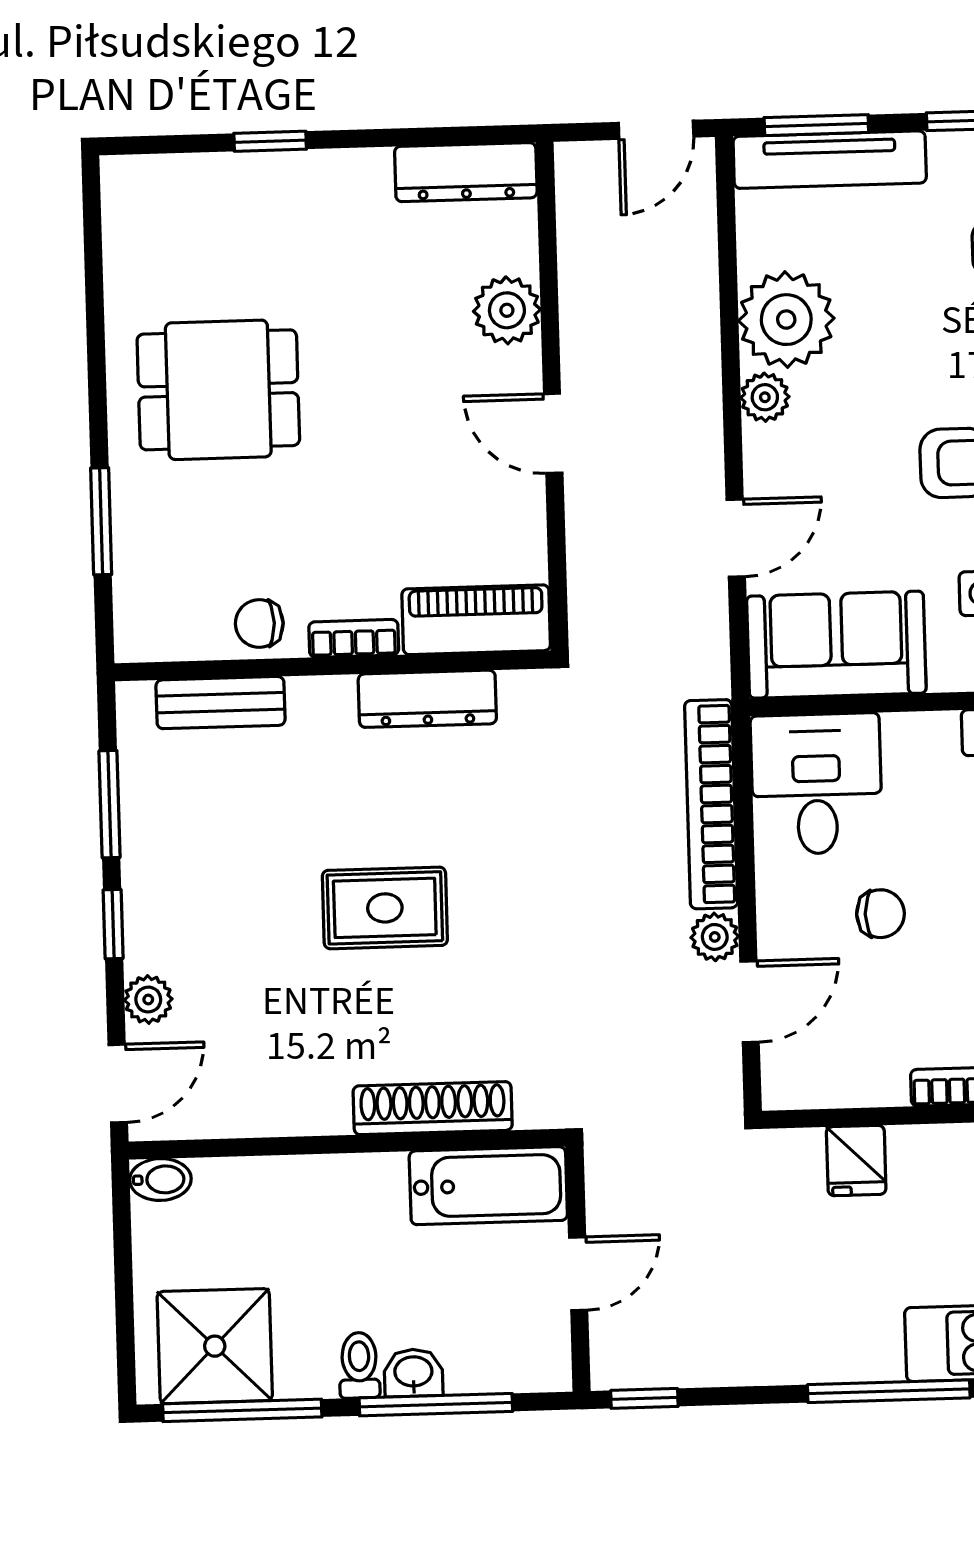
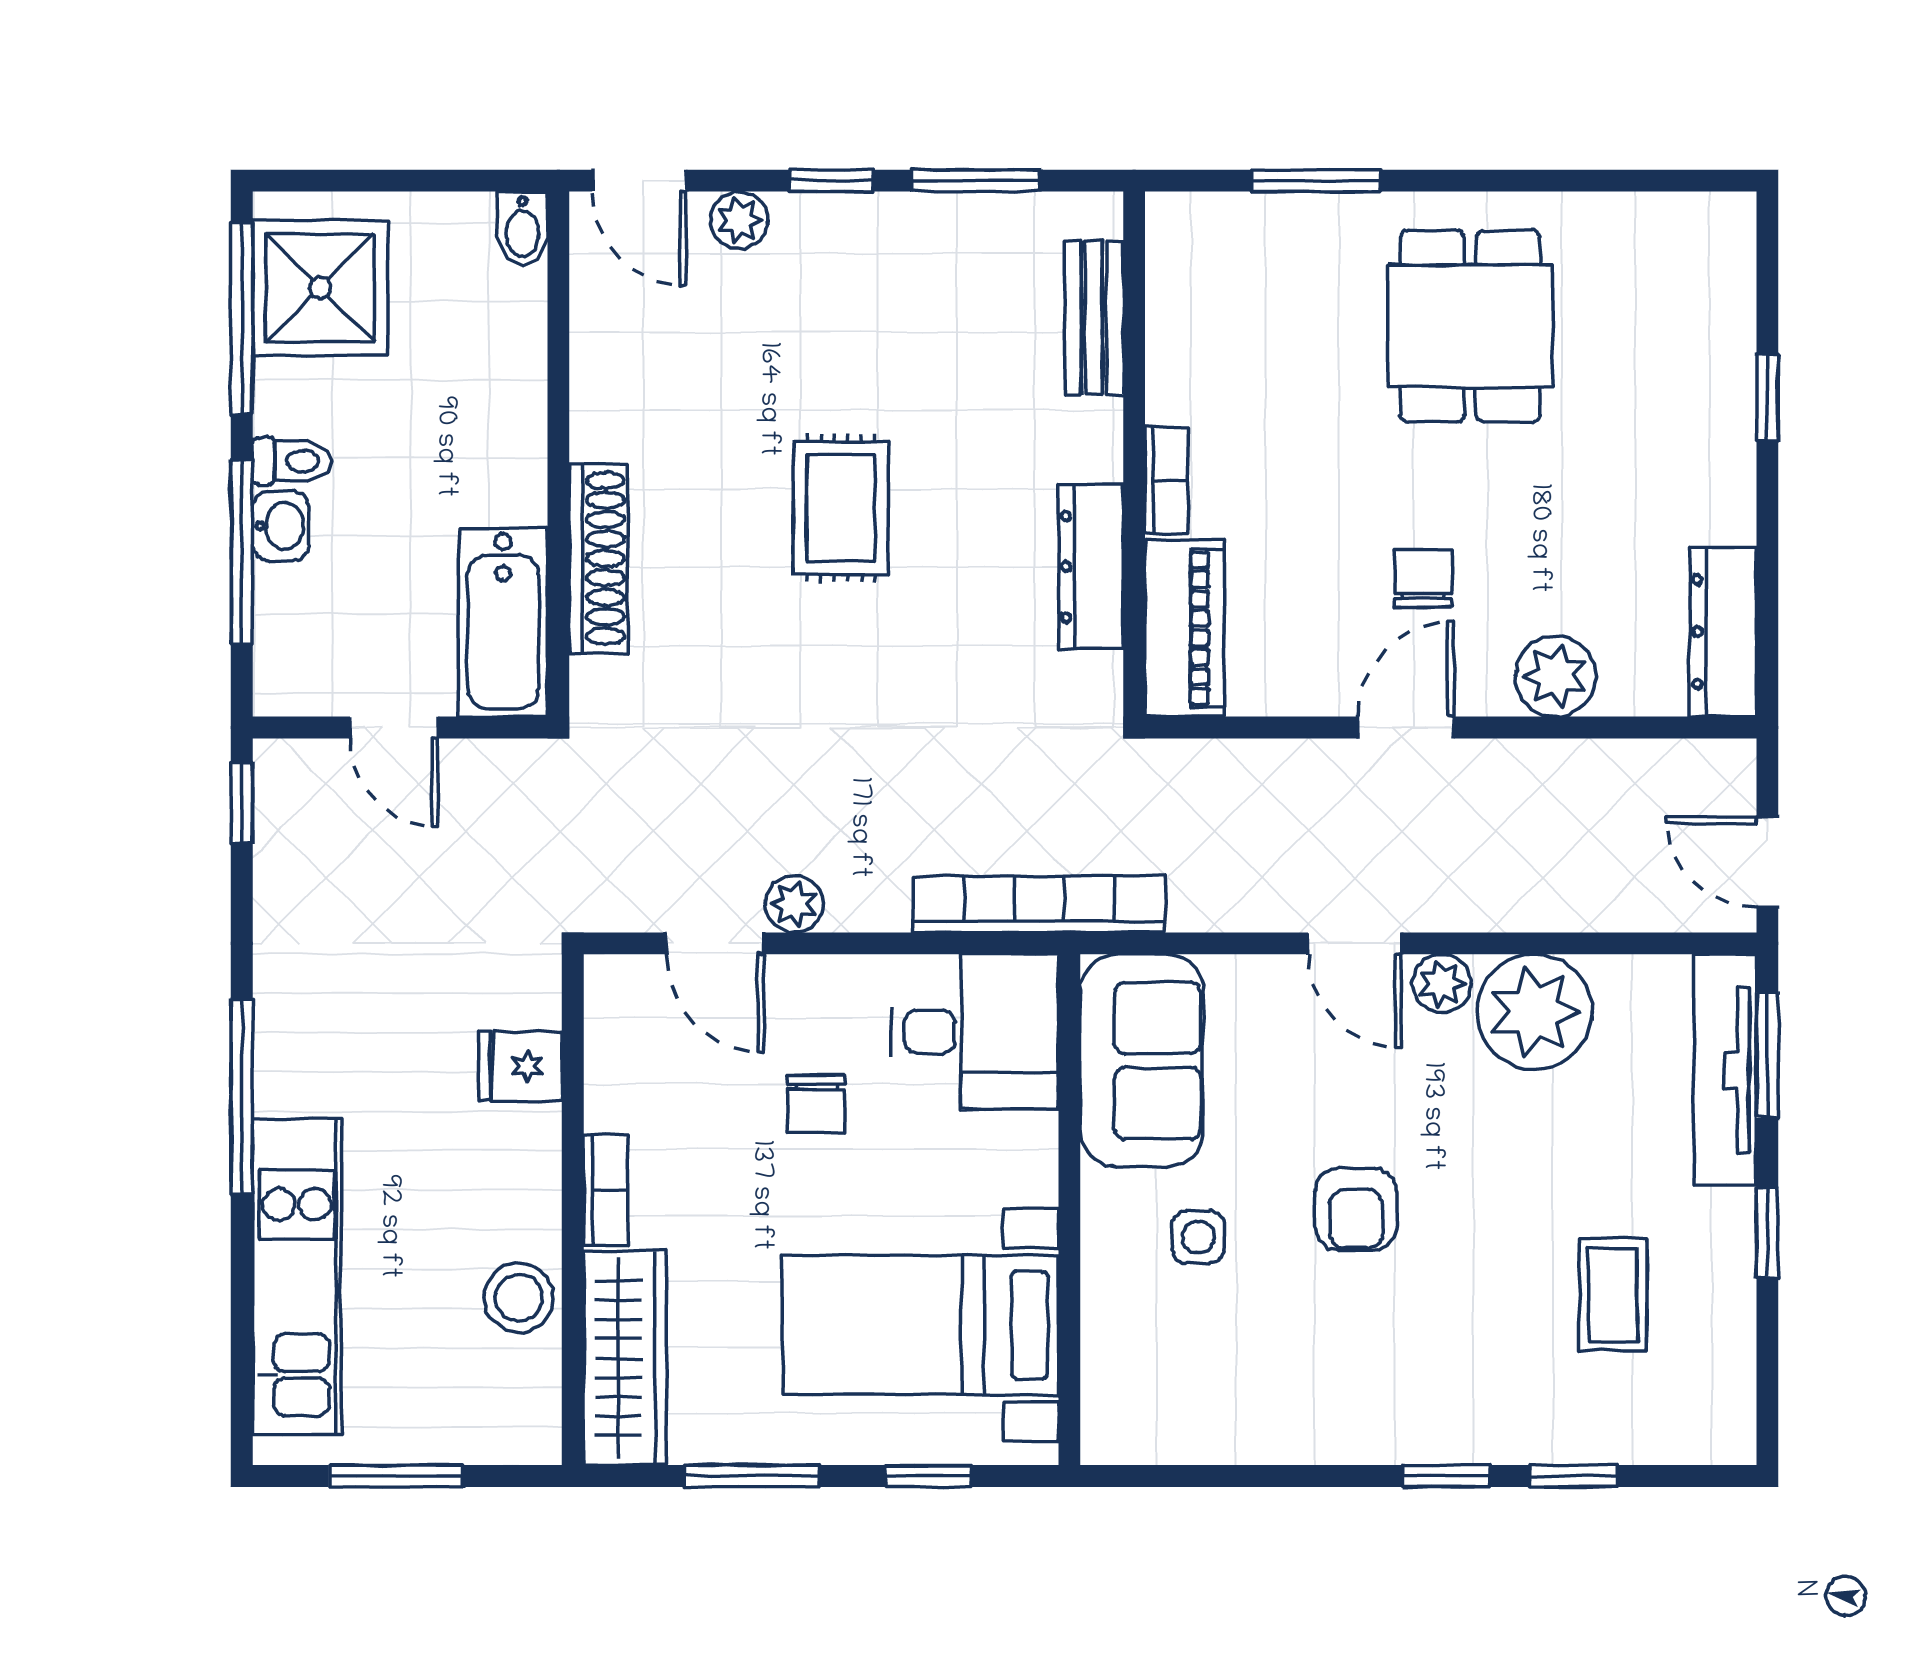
door: (736, 538) -> (1355, 943), moved
chair: (259, 624) -> (1423, 578), moved
bookcase: (711, 804) -> (1039, 904), moved

